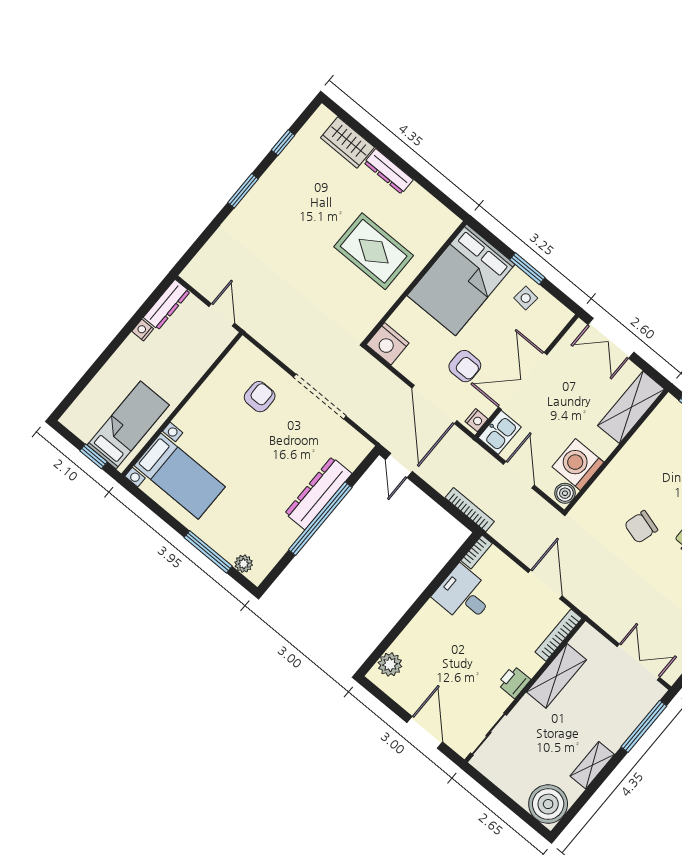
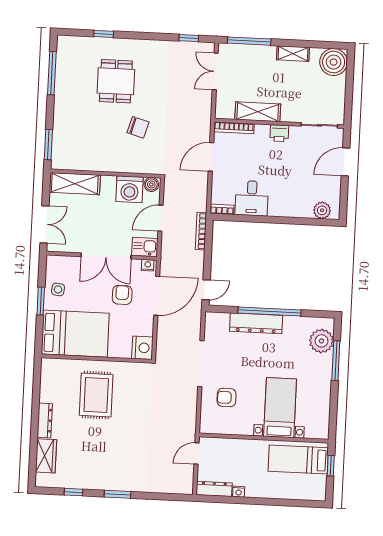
bed with nightstands: (180, 476) -> (280, 408), moved
plant: (244, 564) -> (321, 341), width x1.88, depth x1.88

